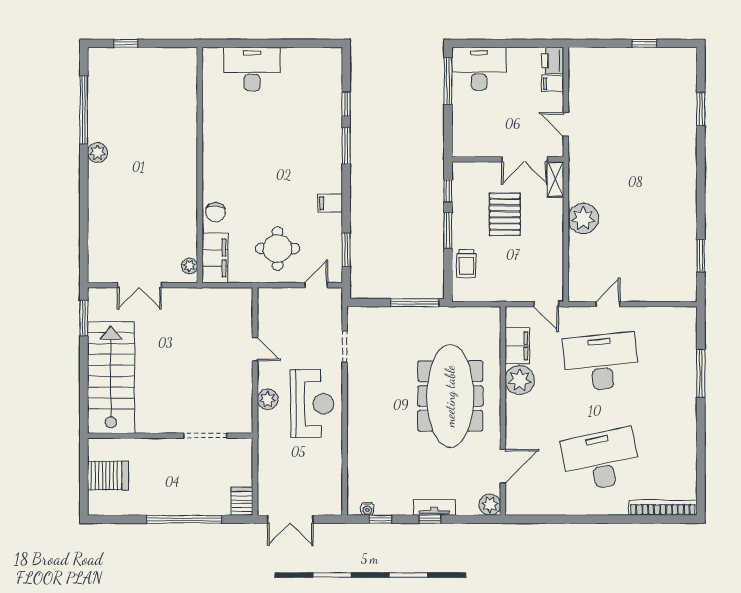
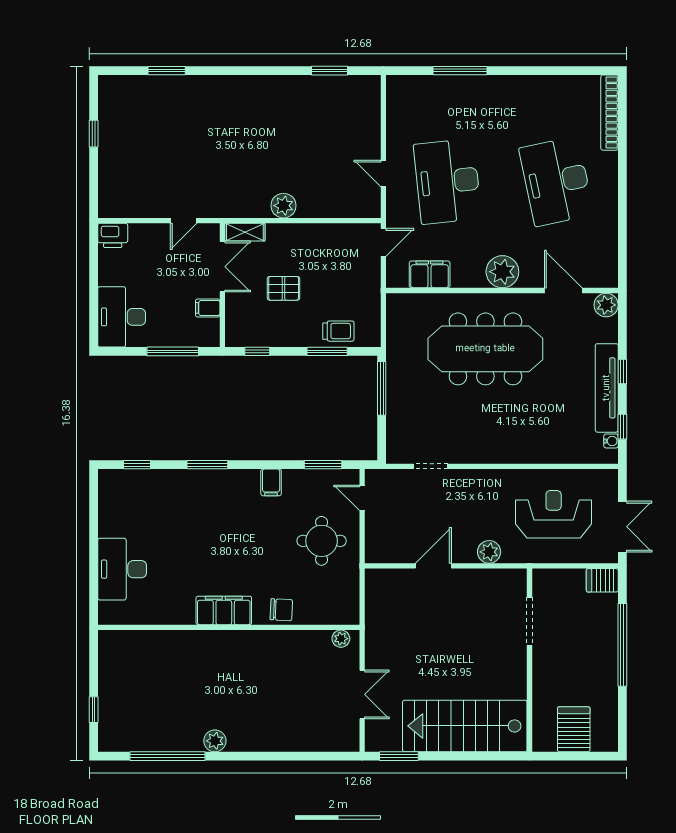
window: (448, 81) -> (173, 351), moved
filing cabinet: (553, 84) -> (208, 308), moved, turned 90
window: (346, 104) -> (137, 465), moved
pallet: (505, 214) -> (284, 288), width x0.67, depth x0.71
plant: (583, 218) -> (284, 206), width x0.73, depth x0.73
window: (448, 231) -> (327, 351), moved
filing cabinet: (215, 258) -> (224, 610), moved
door: (255, 349) -> (433, 566), width x1.38
plant: (520, 380) -> (502, 272), moved
reception desk: (312, 404) -> (554, 514), moved
tv unit: (434, 507) -> (607, 388), width x1.92, depth x1.29

